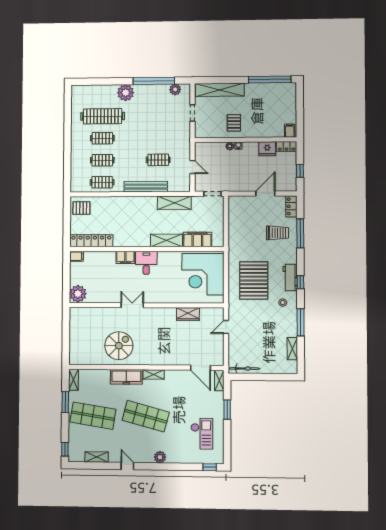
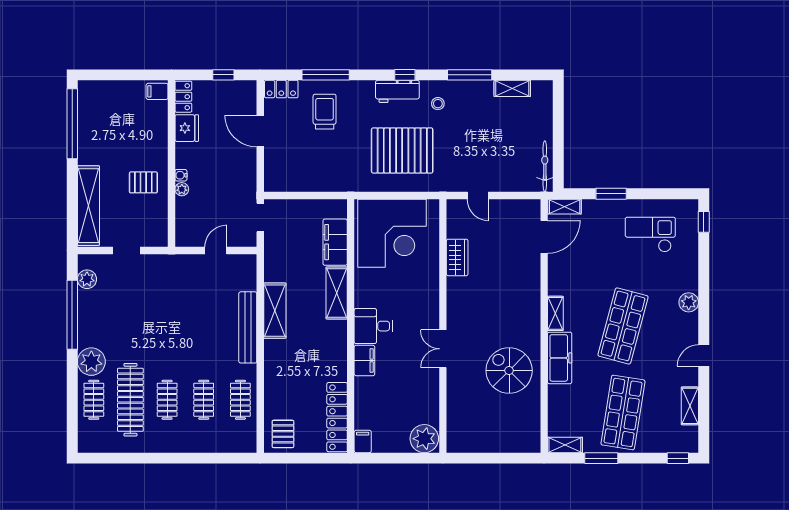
clothes rail: (158, 160) -> (94, 400), moved
shelving: (174, 203) -> (275, 311), moved

